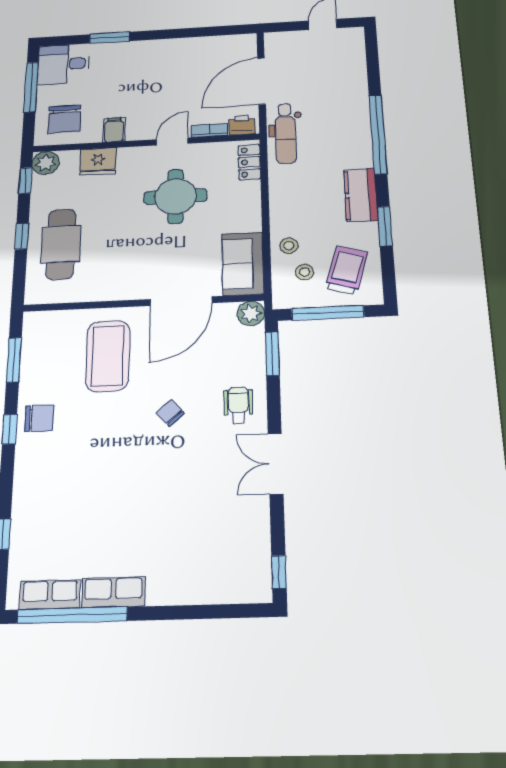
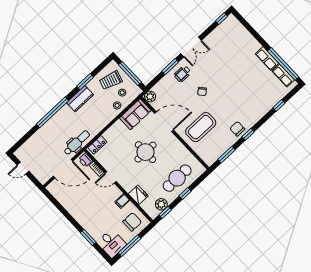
plant: (46, 163) -> (161, 204), moved
round table: (175, 196) -> (145, 152), moved
window: (272, 354) -> (170, 67), moved

